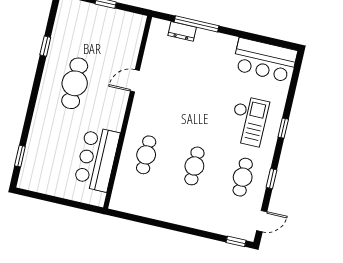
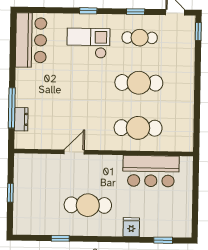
door: (135, 81) -> (74, 152), swing flipped
fridge: (41, 125) -> (131, 227), added
cafe table: (146, 155) -> (138, 128), width x1.37, depth x1.35
cafe table: (194, 166) -> (139, 83), width x1.37, depth x1.35

